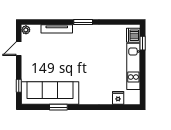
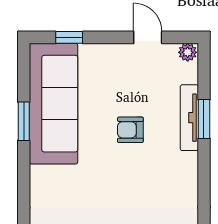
window: (83, 22) -> (204, 119), moved
armchair: (62, 57) -> (130, 130), added

